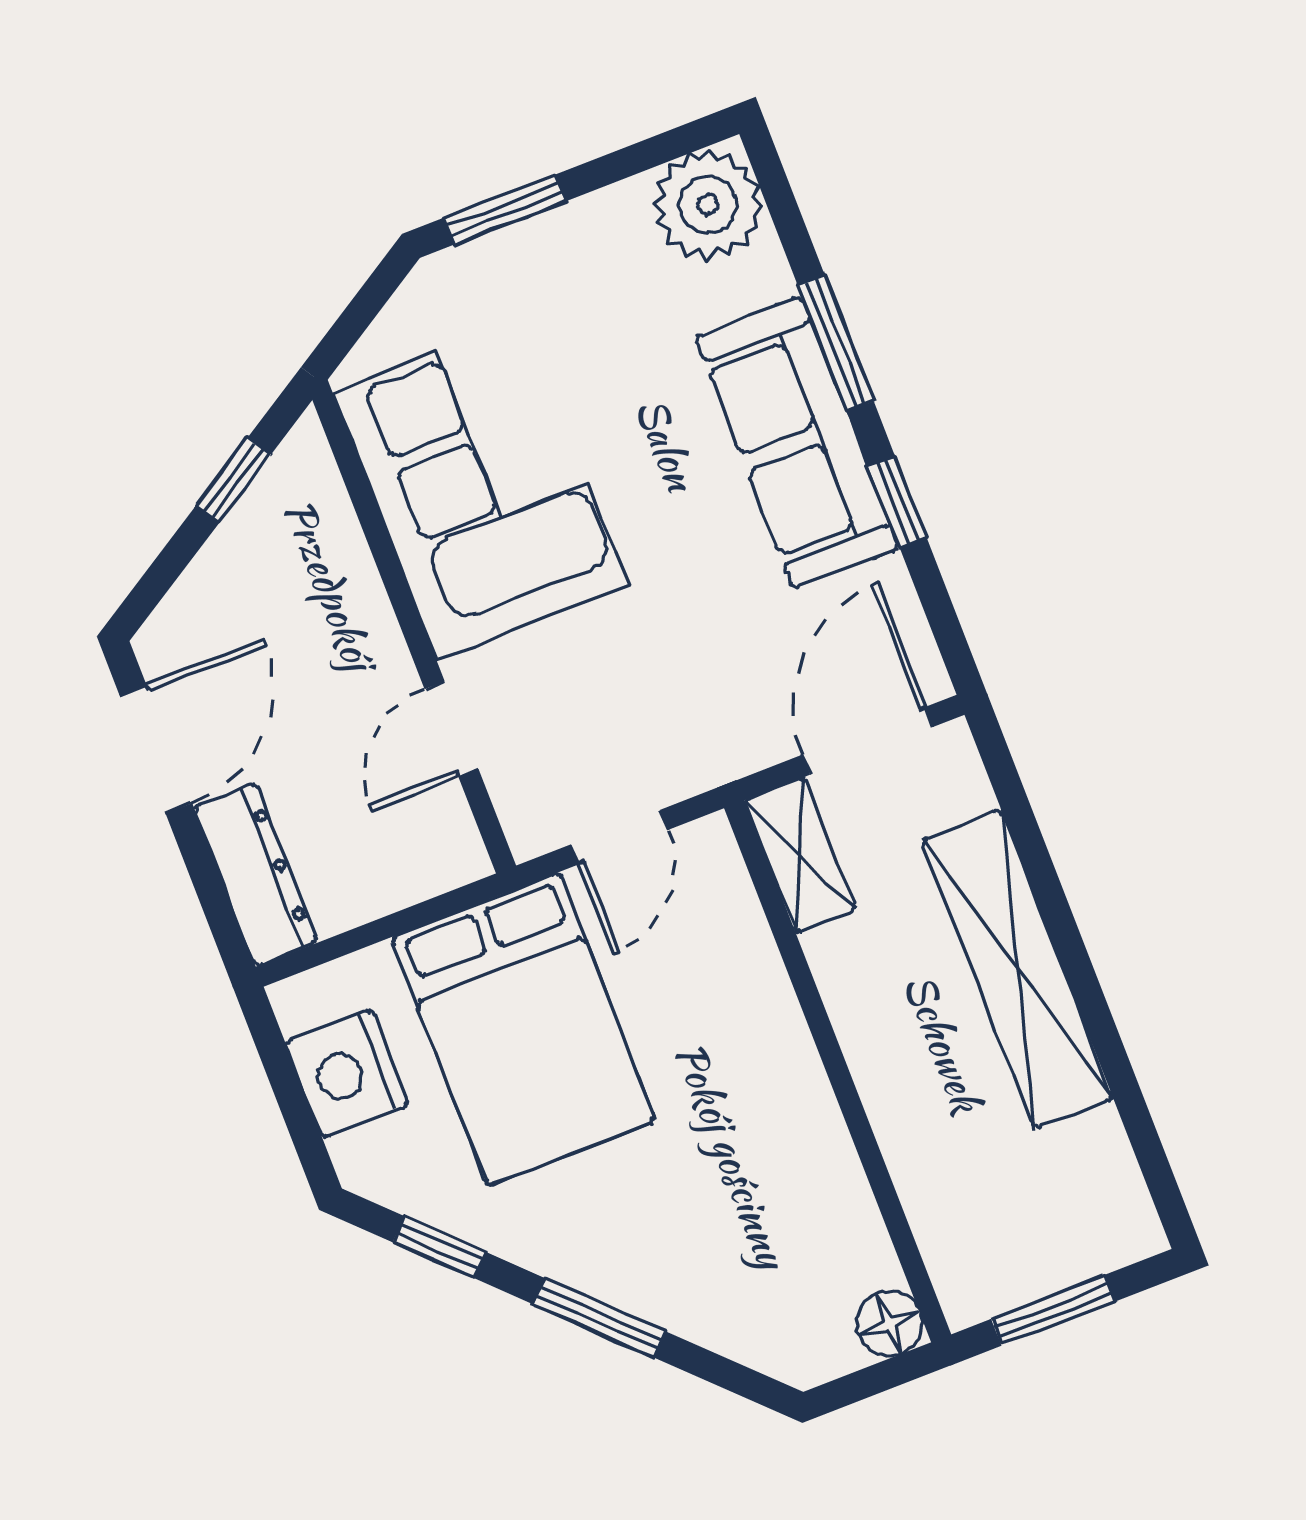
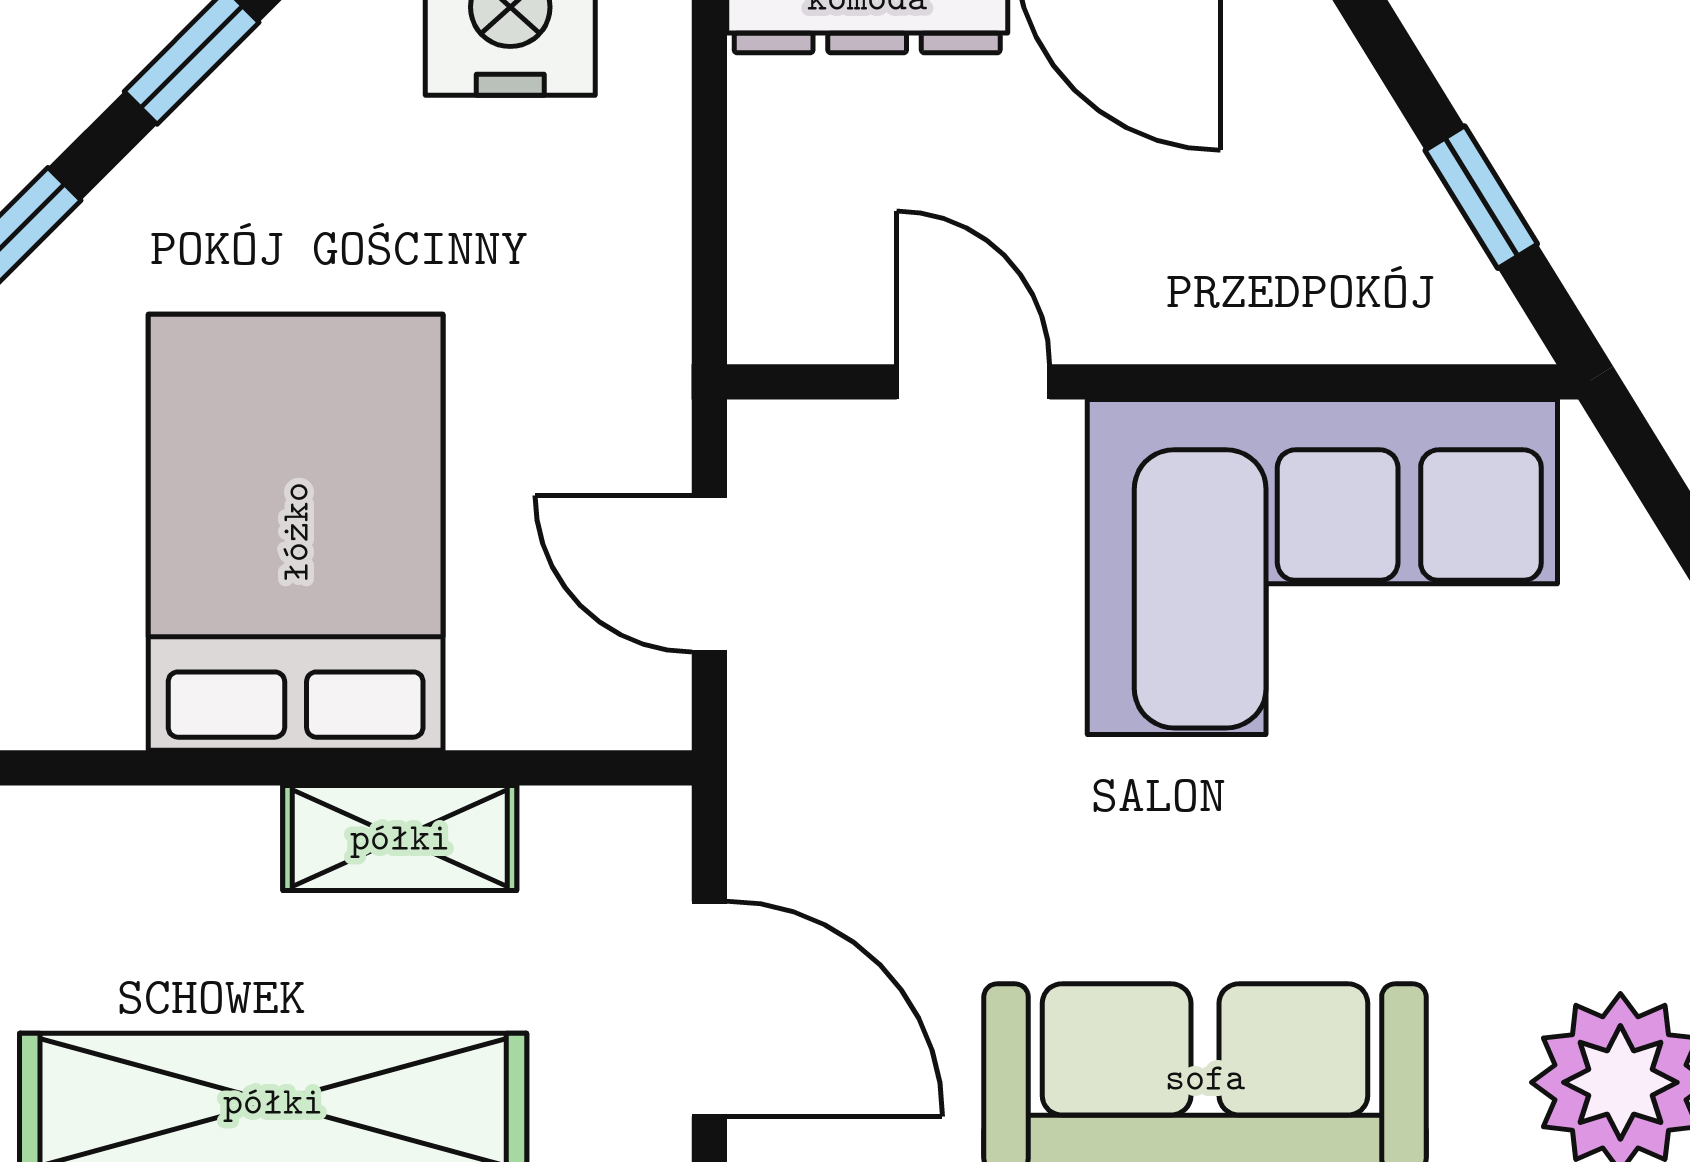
shelving: (800, 855) -> (400, 838), moved
bed: (523, 1029) -> (296, 532), moved, turned 90

